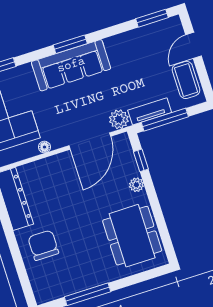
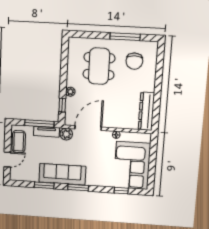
window: (152, 18) -> (44, 185), moved
sofa: (71, 65) -> (62, 174), moved
dining table: (132, 236) -> (99, 66), moved
chair: (43, 245) -> (134, 61), moved

